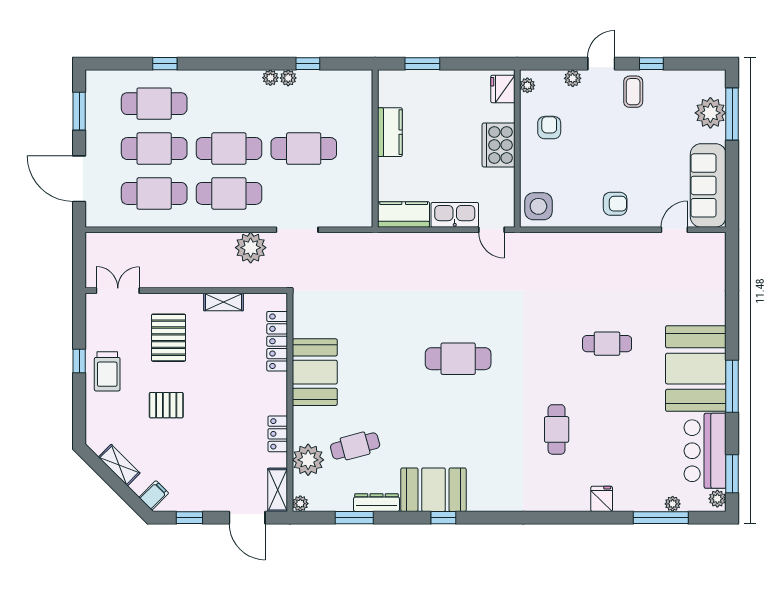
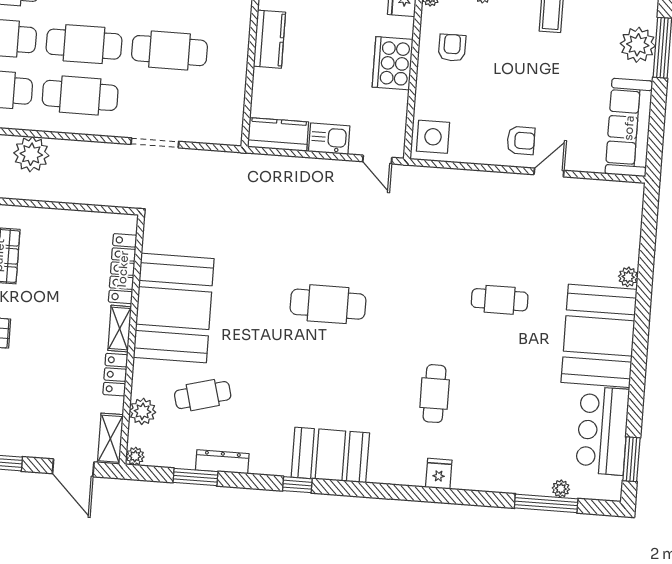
kitchen sink: (455, 215) -> (329, 139), width x0.73
door: (674, 230) -> (549, 172), moved
plant: (251, 248) -> (31, 154), moved
shelving: (224, 302) -> (120, 329), moved, turned 90
booth: (315, 372) -> (174, 308), width x1.36, depth x1.42
window: (732, 386) -> (639, 359), removed
plant: (308, 460) -> (143, 411), width x0.73, depth x0.73
booth: (433, 490) -> (330, 455), moved
fridge: (602, 499) -> (439, 474), moved
plant: (717, 499) -> (628, 277), moved

